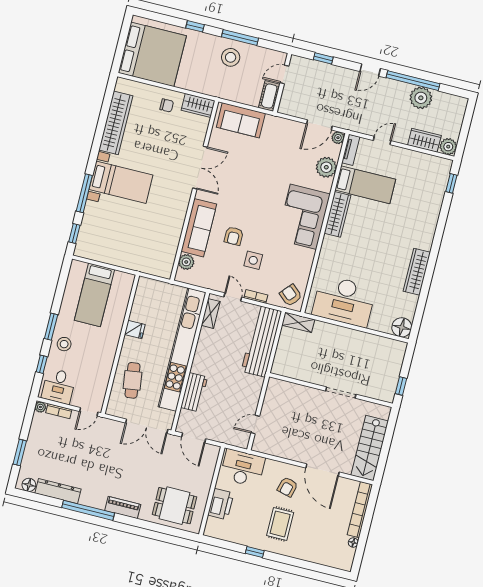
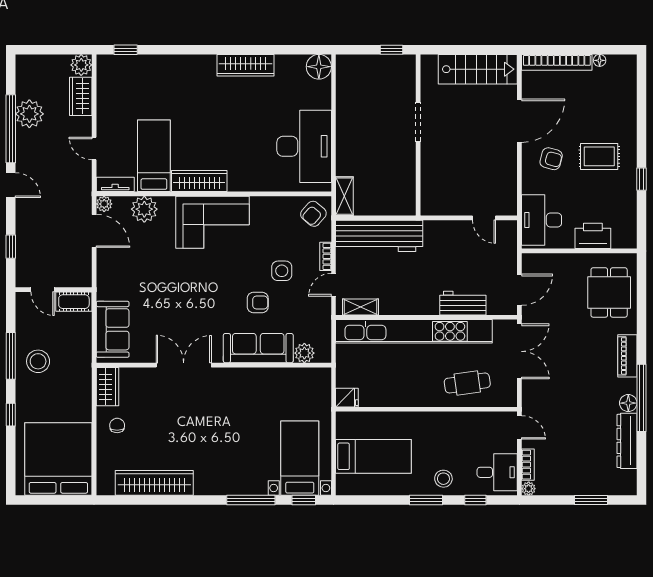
bed with nightstands: (121, 182) -> (300, 458), moved
fridge: (135, 330) -> (347, 398), moved, turned 90
floor lamp: (29, 485) -> (628, 403), moved

